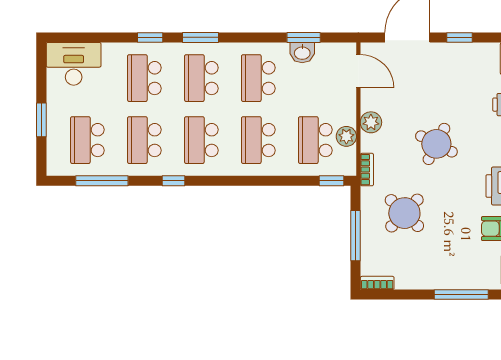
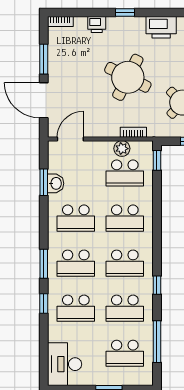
window: (459, 37) -> (44, 59), width x1.50
plant: (371, 122) -> (111, 129), removed
round table: (436, 144) -> (128, 77), width x1.36, depth x1.36
bookcase: (367, 170) -> (133, 132), moved

